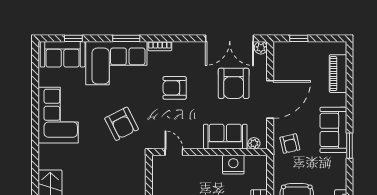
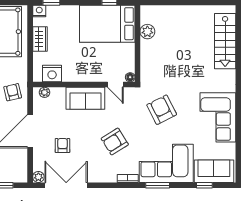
armchair: (234, 83) -> (62, 146), width x0.53, depth x0.53
armchair: (175, 88) -> (115, 141), turned 148
sofa: (225, 137) -> (85, 98), moved
floor lamp: (157, 160) -> (130, 77), added
nightstand: (233, 165) -> (52, 73), moved

